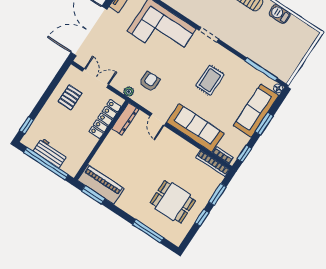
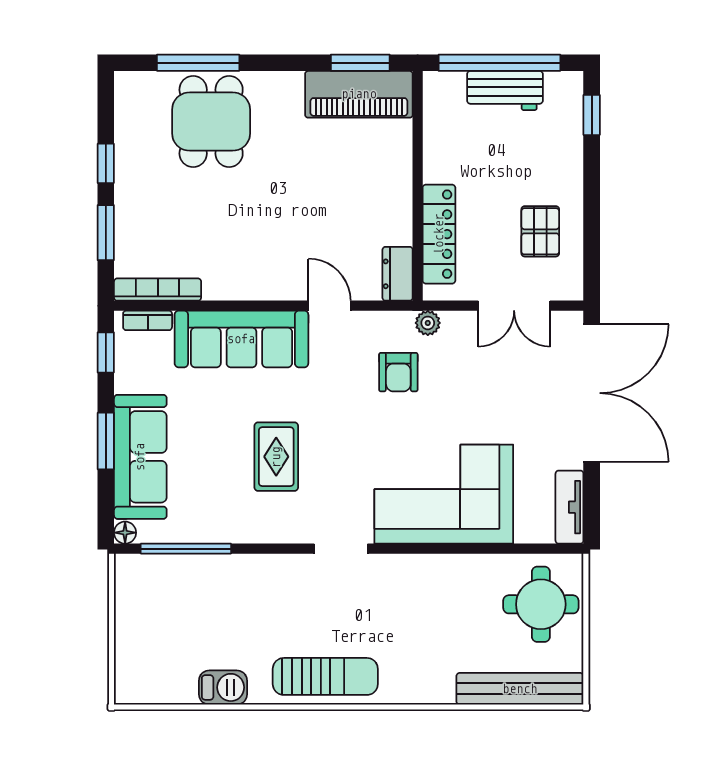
dresser: (125, 119) -> (398, 274), width x0.70
dining table: (173, 202) -> (211, 122), moved, turned 90

